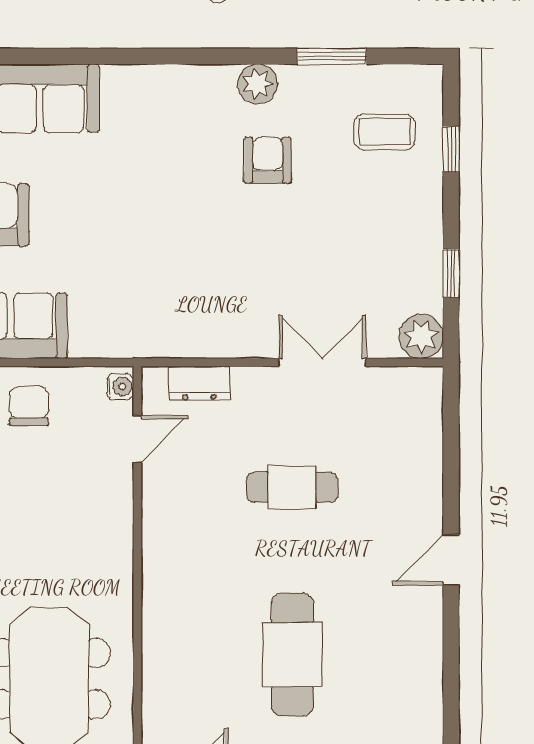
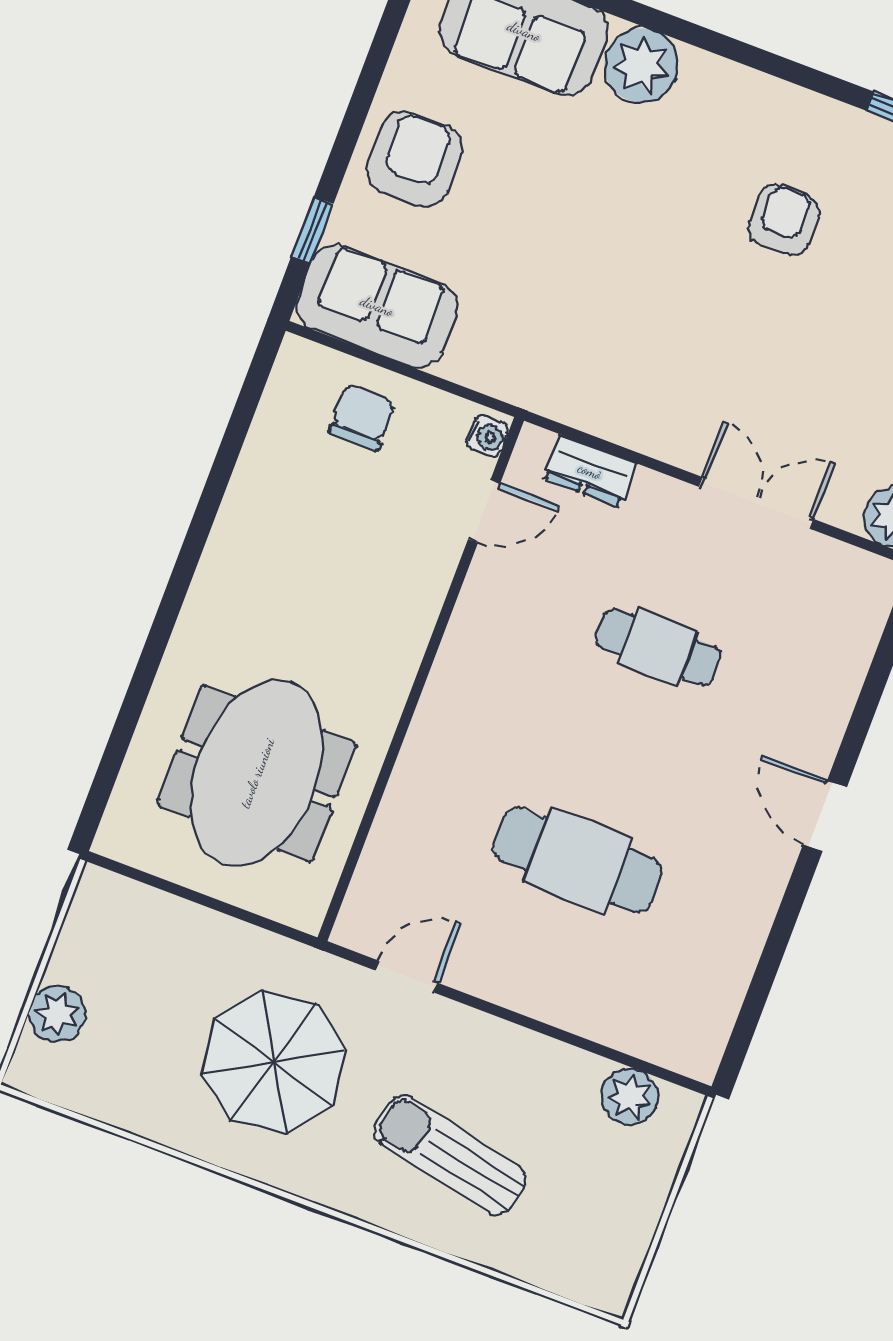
plant: (258, 84) -> (641, 65), moved, width x1.36, depth x1.36
door: (451, 560) -> (825, 816), hinge flipped
cafe table: (292, 655) -> (578, 860), turned 90

